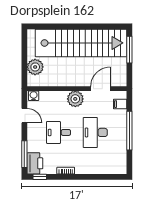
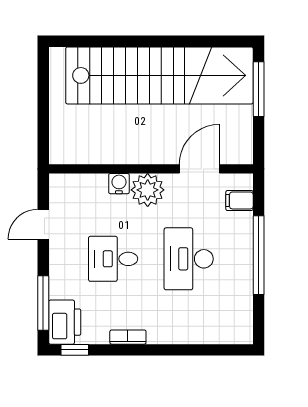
plant: (35, 67) -> (65, 125), removed
water cooler: (34, 96) -> (119, 184), moved
door: (24, 116) -> (43, 224), swing flipped

